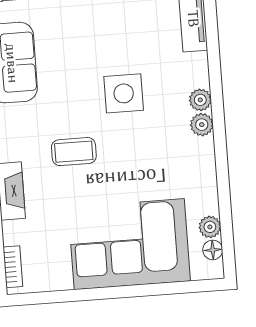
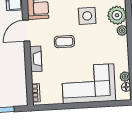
plant: (200, 100) -> (117, 15), width x1.88, depth x1.88

